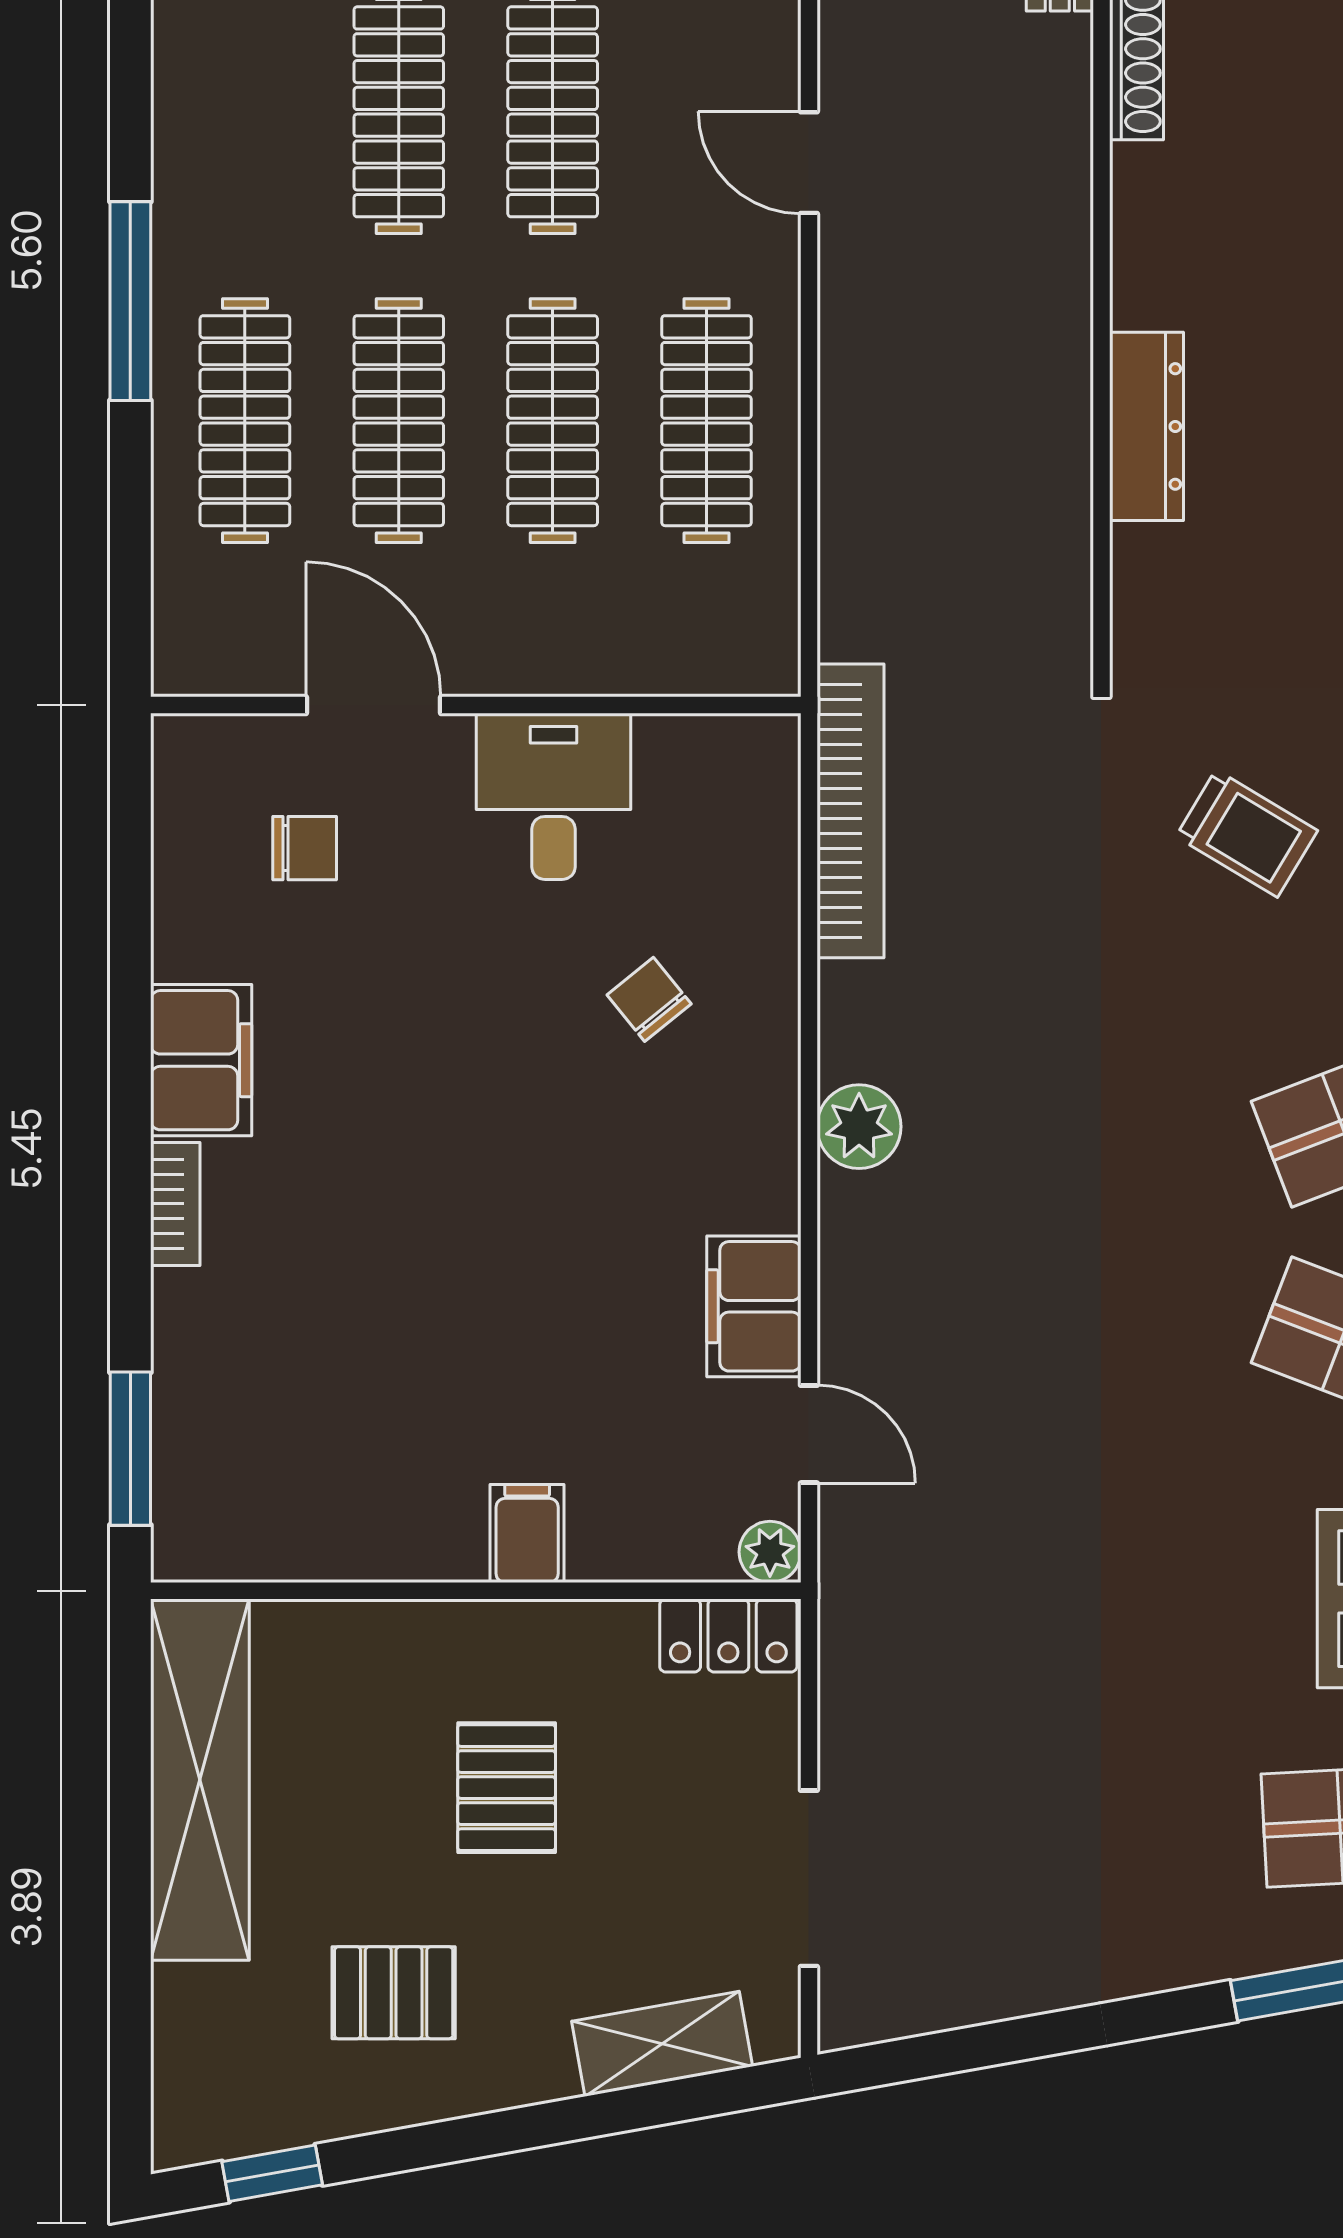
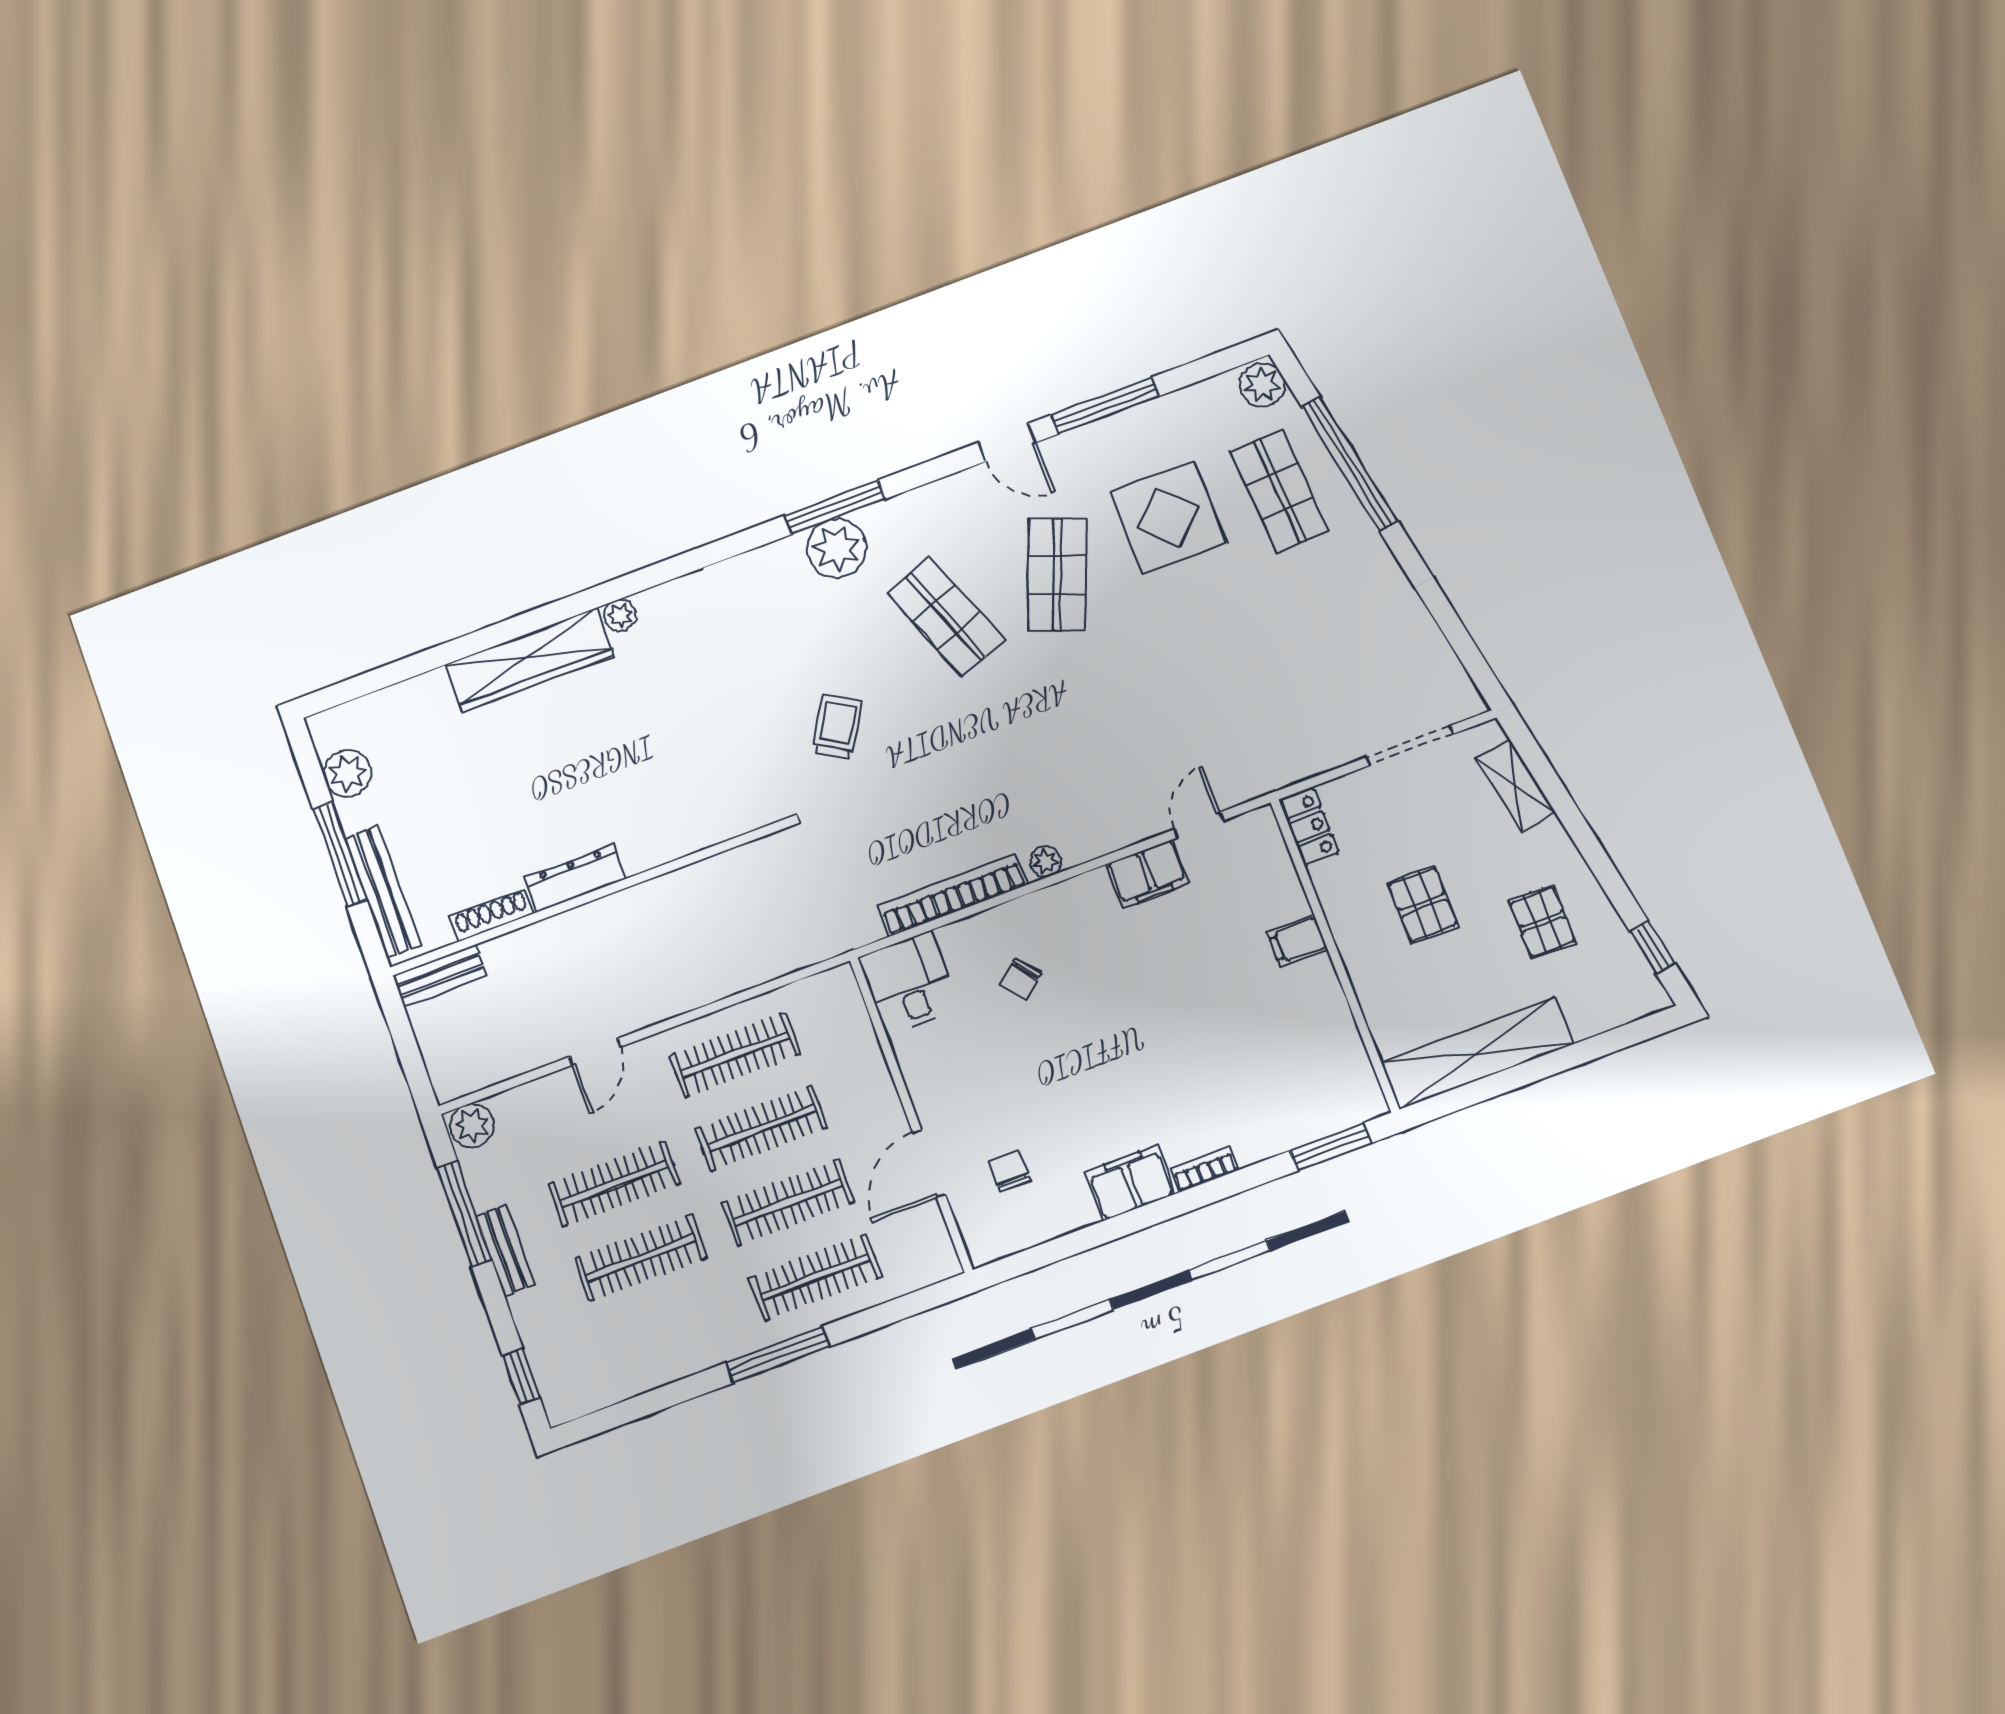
dresser: (1146, 426) -> (575, 879), moved
desk: (553, 796) -> (909, 983), moved, turned 90
bookcase: (850, 811) -> (952, 895), moved
plant: (859, 1127) -> (1046, 862), width x0.73, depth x0.73
plant: (770, 1552) -> (1262, 822), removed
pallet: (507, 1788) -> (1423, 905), turned 90

